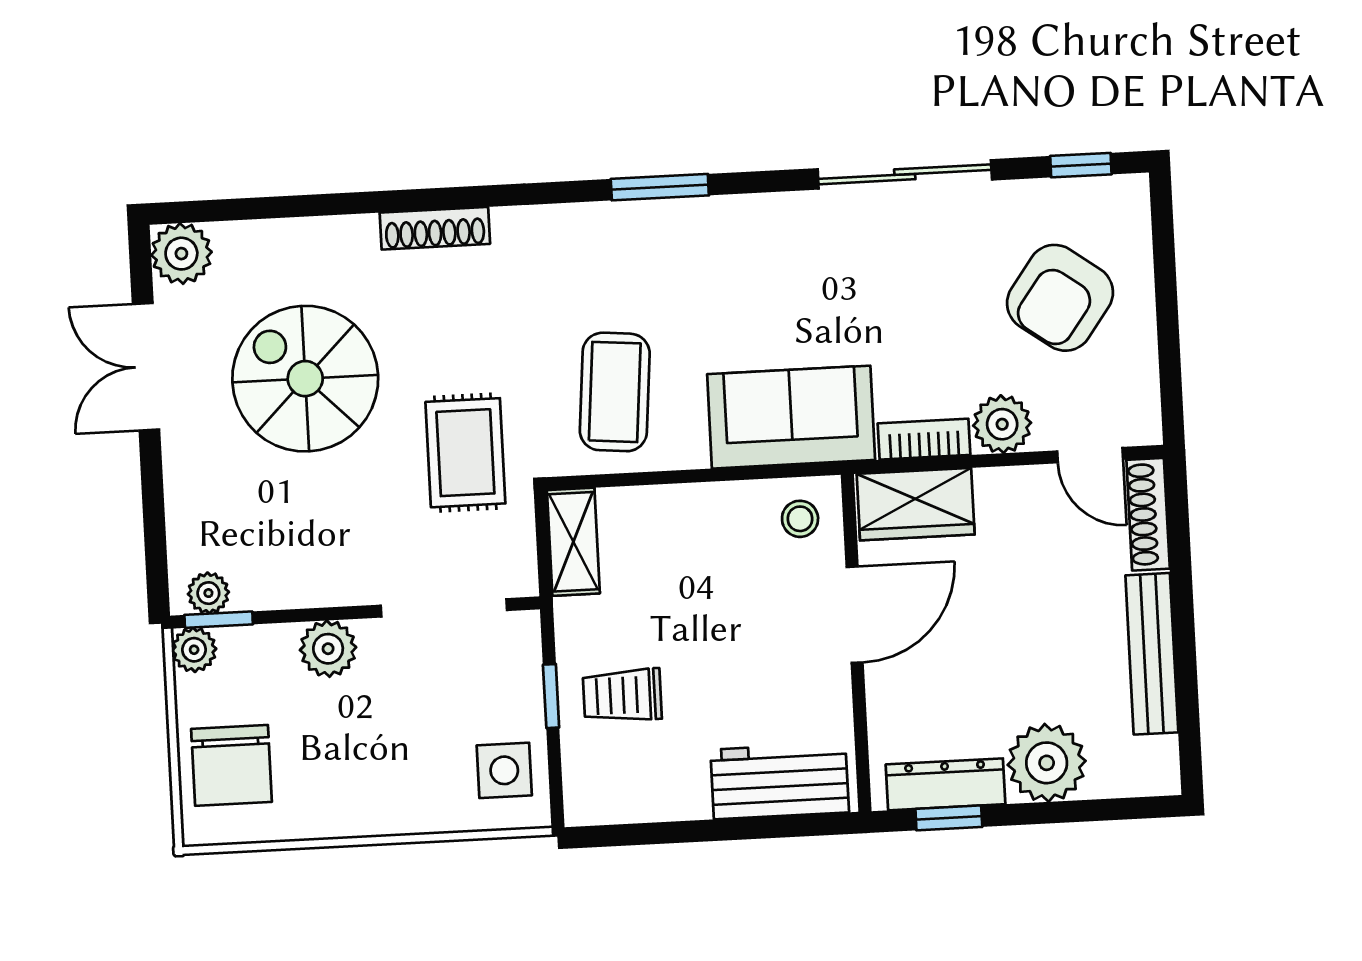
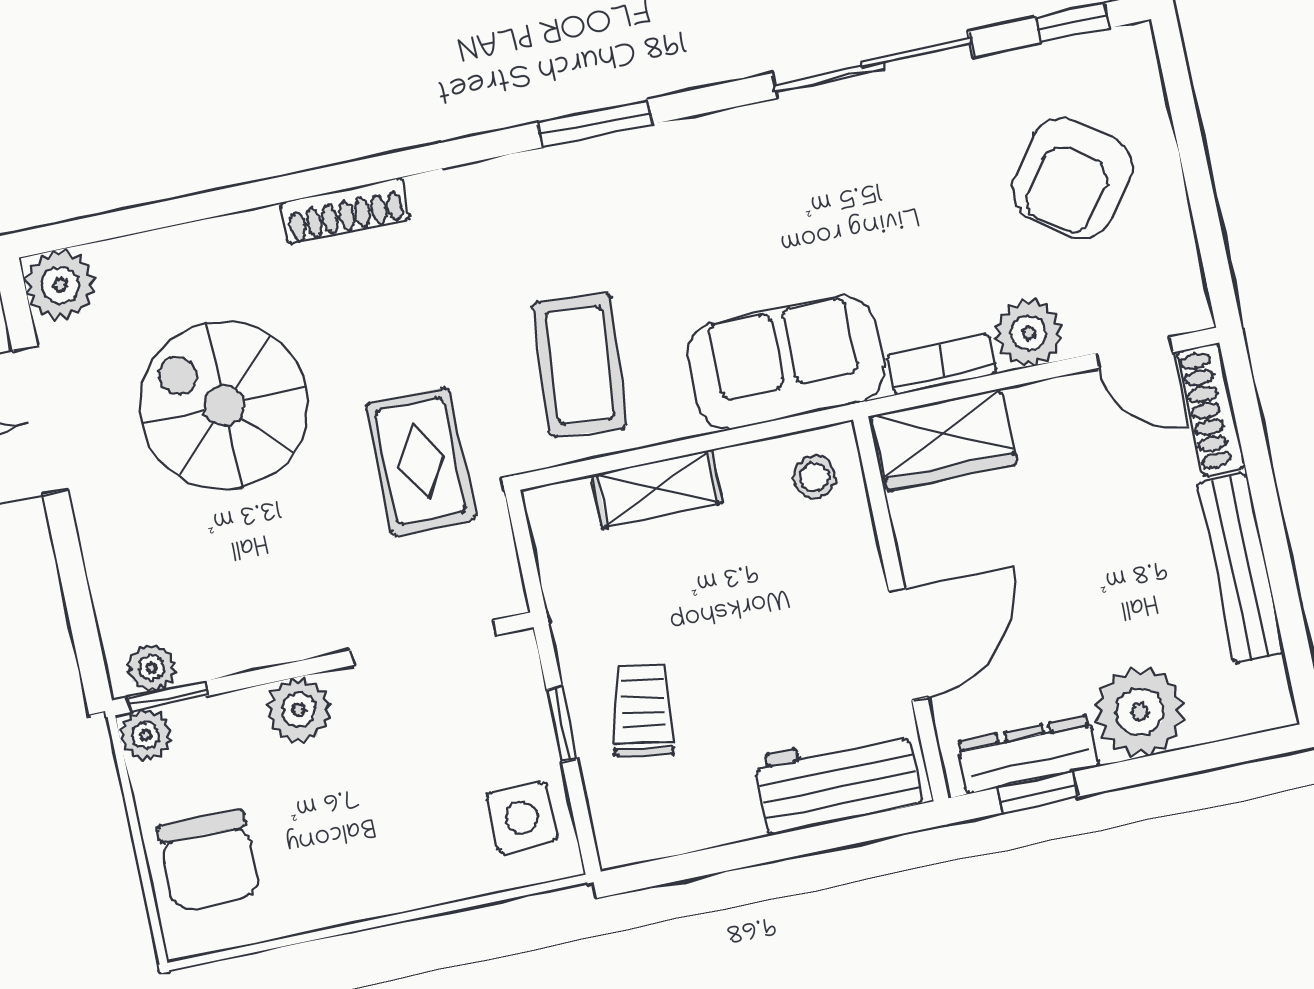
shelving: (573, 542) -> (657, 489), moved, turned 90
door: (855, 615) -> (908, 644), moved
trolley: (622, 695) -> (643, 711), turned 100

